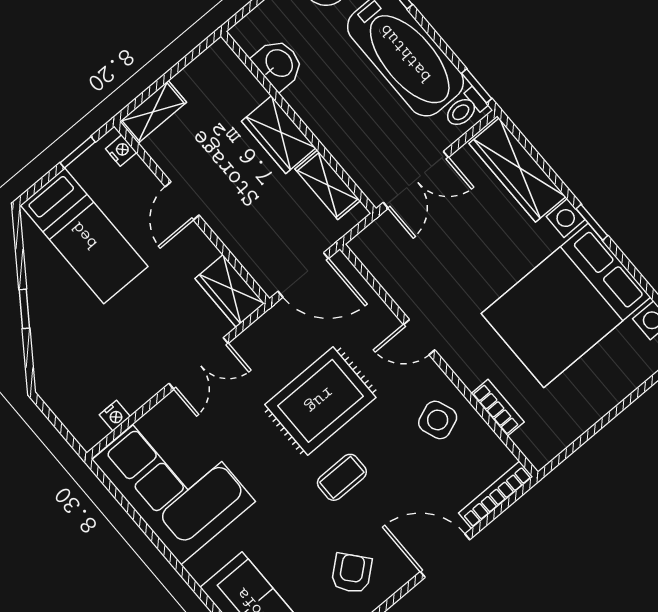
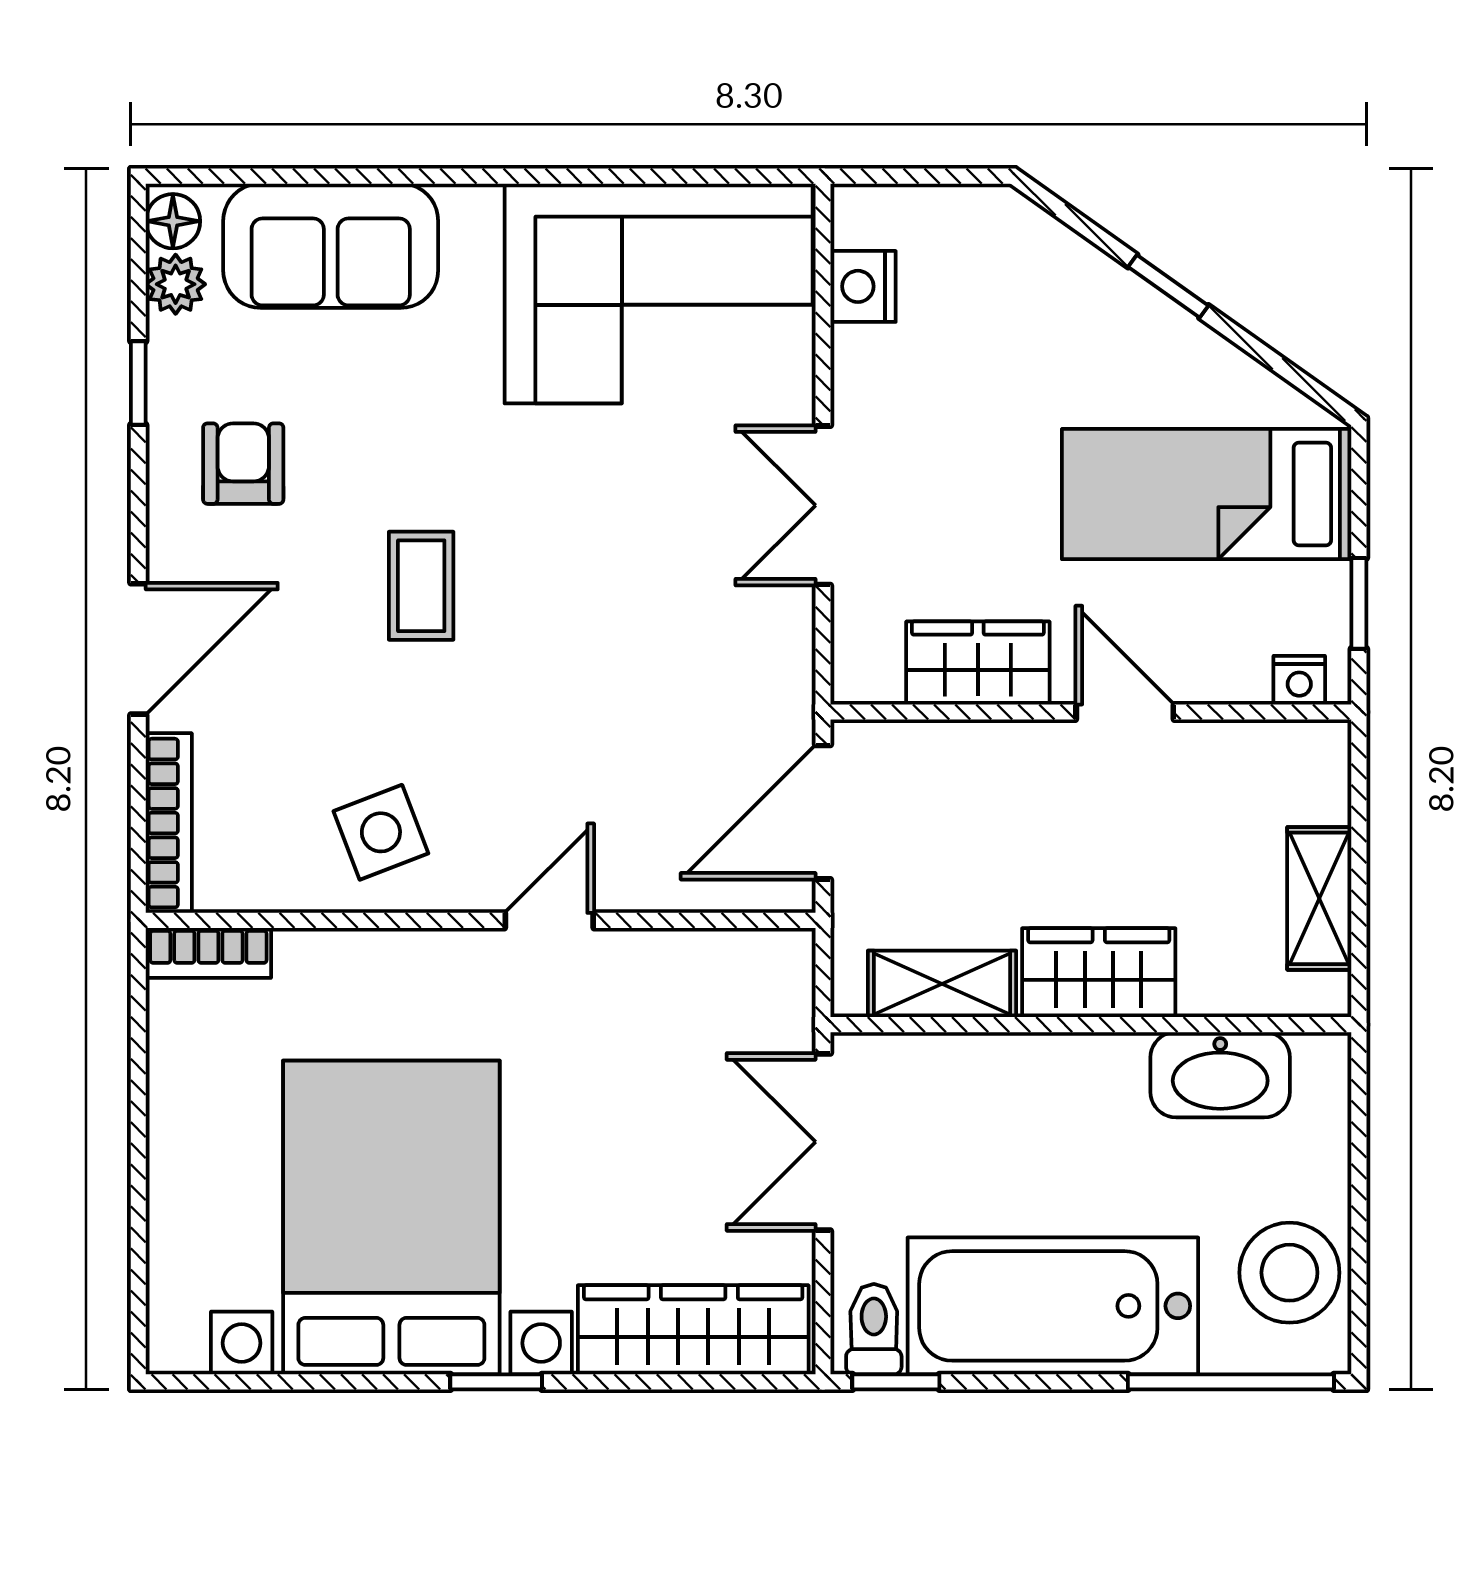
washbasin: (278, 64) -> (1220, 1075), width x1.38
shelving: (153, 112) -> (1319, 898), moved
wardrobe: (230, 291) -> (978, 663), moved
rug: (320, 401) -> (583, 659), removed
bookcase: (498, 408) -> (208, 953), moved
nightstand: (115, 416) -> (863, 286), width x1.39, depth x1.35
armchair: (352, 573) -> (243, 464), turned -140

